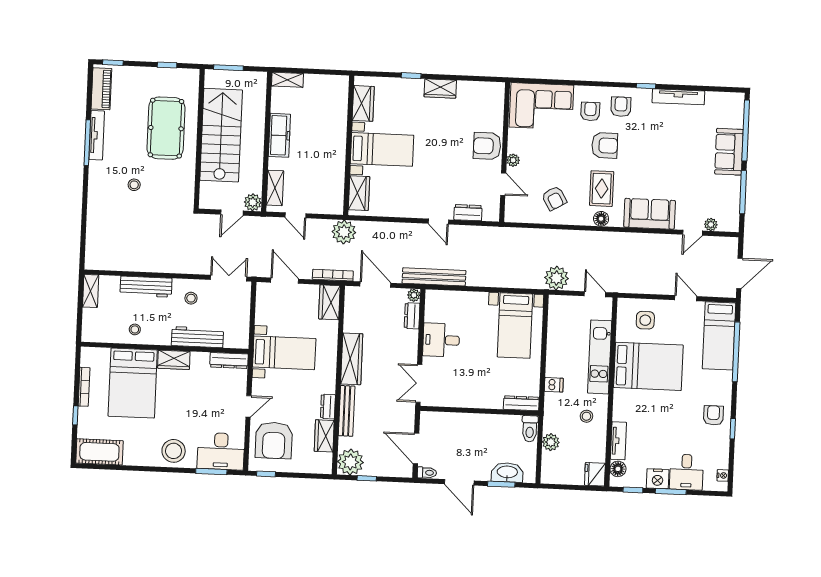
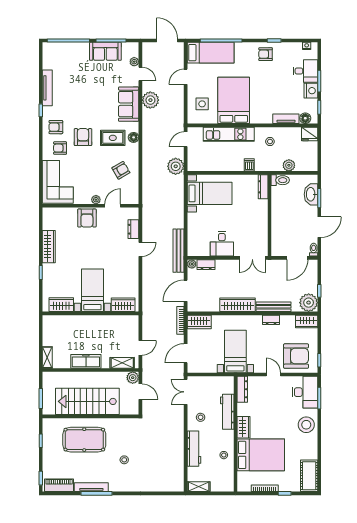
wardrobe: (440, 89) -> (49, 247), width x1.50
sofa: (729, 152) -> (105, 51), moved
plant: (344, 232) -> (150, 100), moved
wardrobe: (324, 436) -> (307, 321), moved

